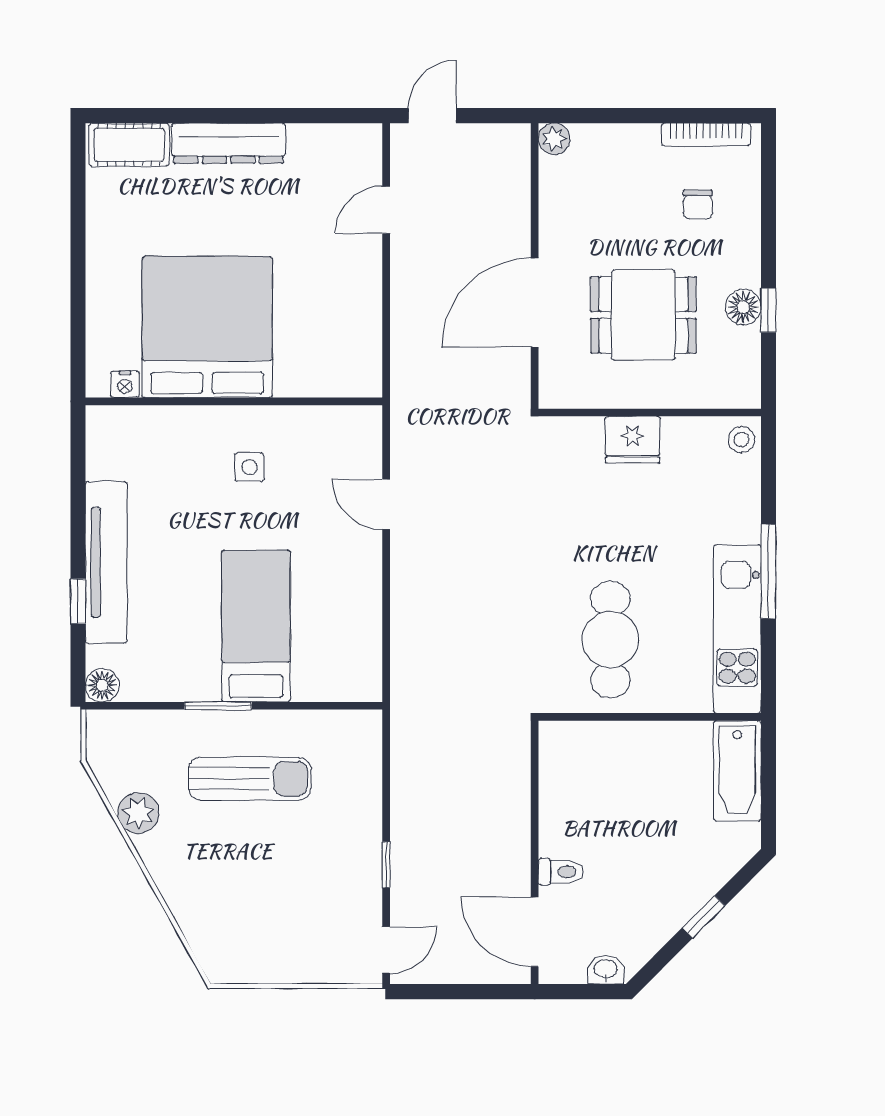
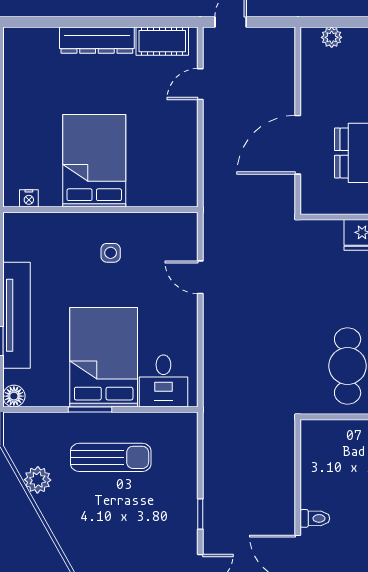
plant: (554, 139) -> (332, 37), moved
cot: (129, 145) -> (162, 41), moved
bed: (207, 327) -> (94, 161), width x0.73
bed: (256, 626) -> (104, 357), width x1.50
desk: (330, 662) -> (163, 381), added

